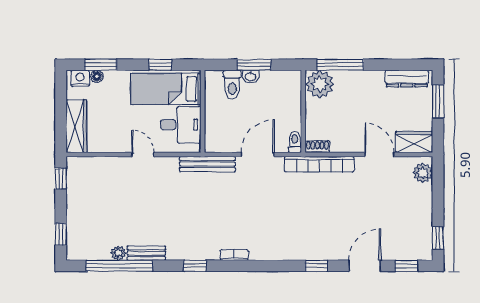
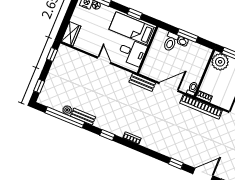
wardrobe: (76, 126) -> (71, 34), width x0.67
bench: (207, 164) -> (142, 82), width x0.73

